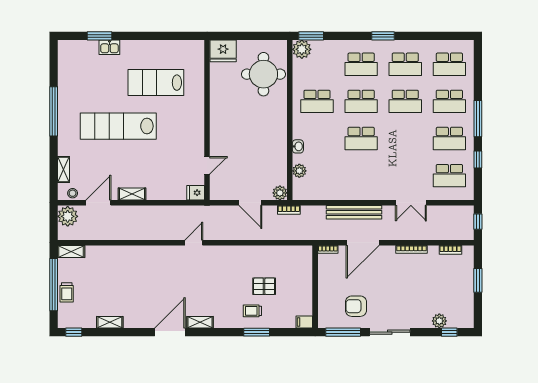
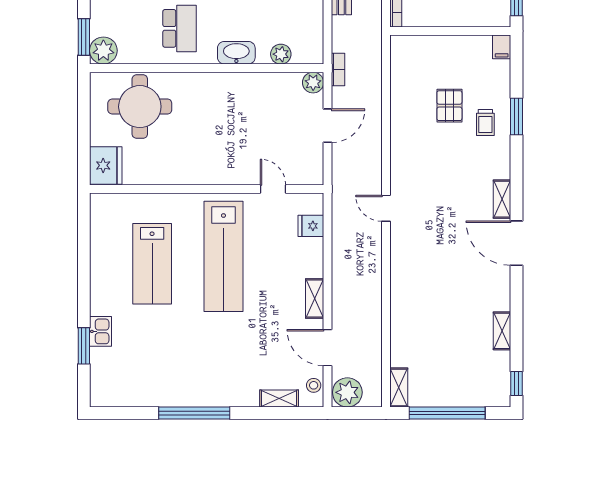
lab bench: (118, 126) -> (223, 256), moved
washbasin: (298, 146) -> (236, 53), width x1.91, depth x1.45
fridge: (196, 193) -> (311, 226), moved, turned 90
trolley: (67, 292) -> (458, 394), removed

